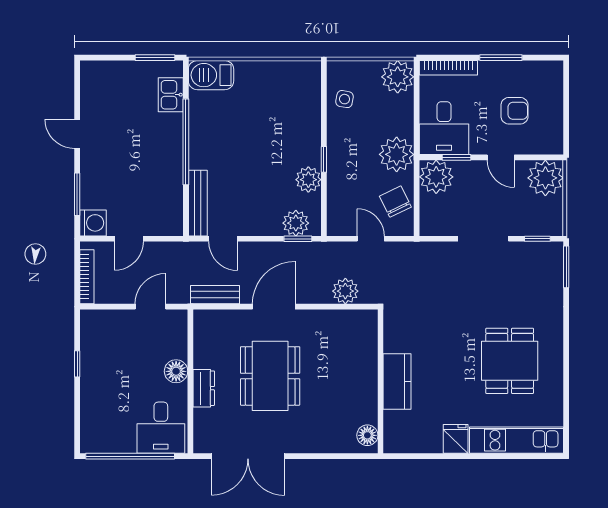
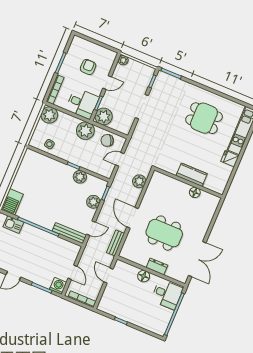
plant: (545, 178) -> (123, 60), width x0.53, depth x0.53
plant: (296, 223) -> (93, 202), moved
floor lamp: (367, 435) -> (195, 192), moved

